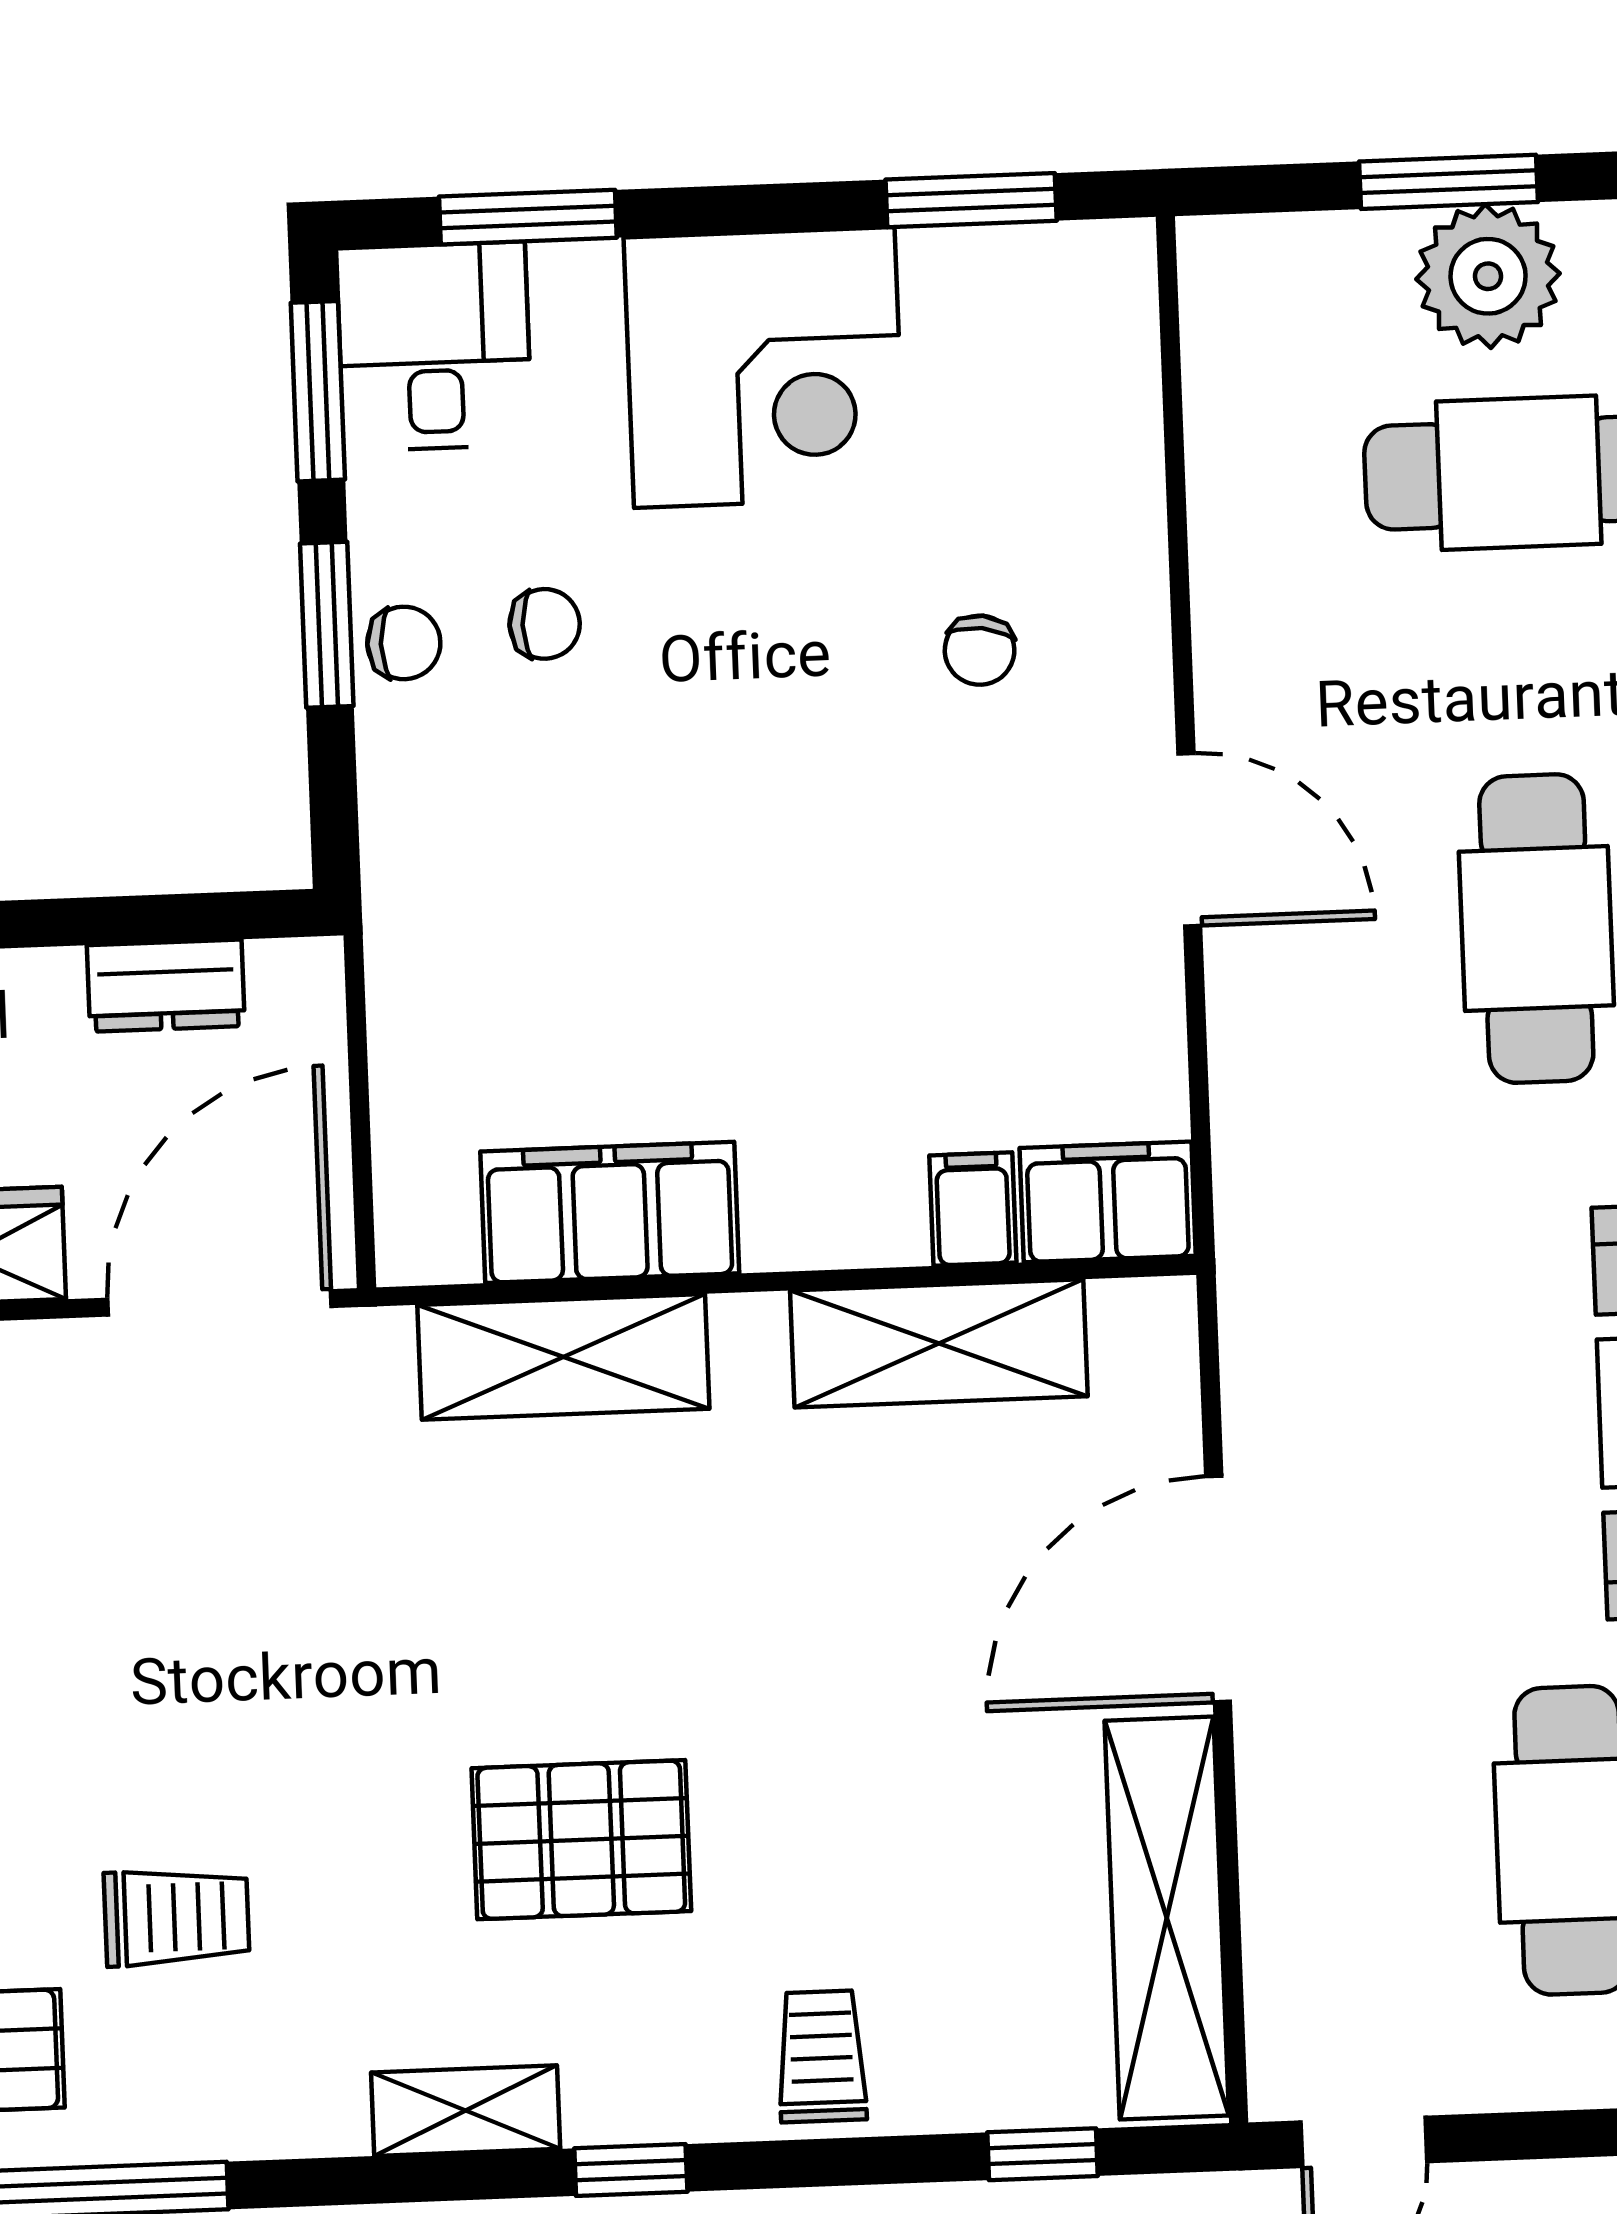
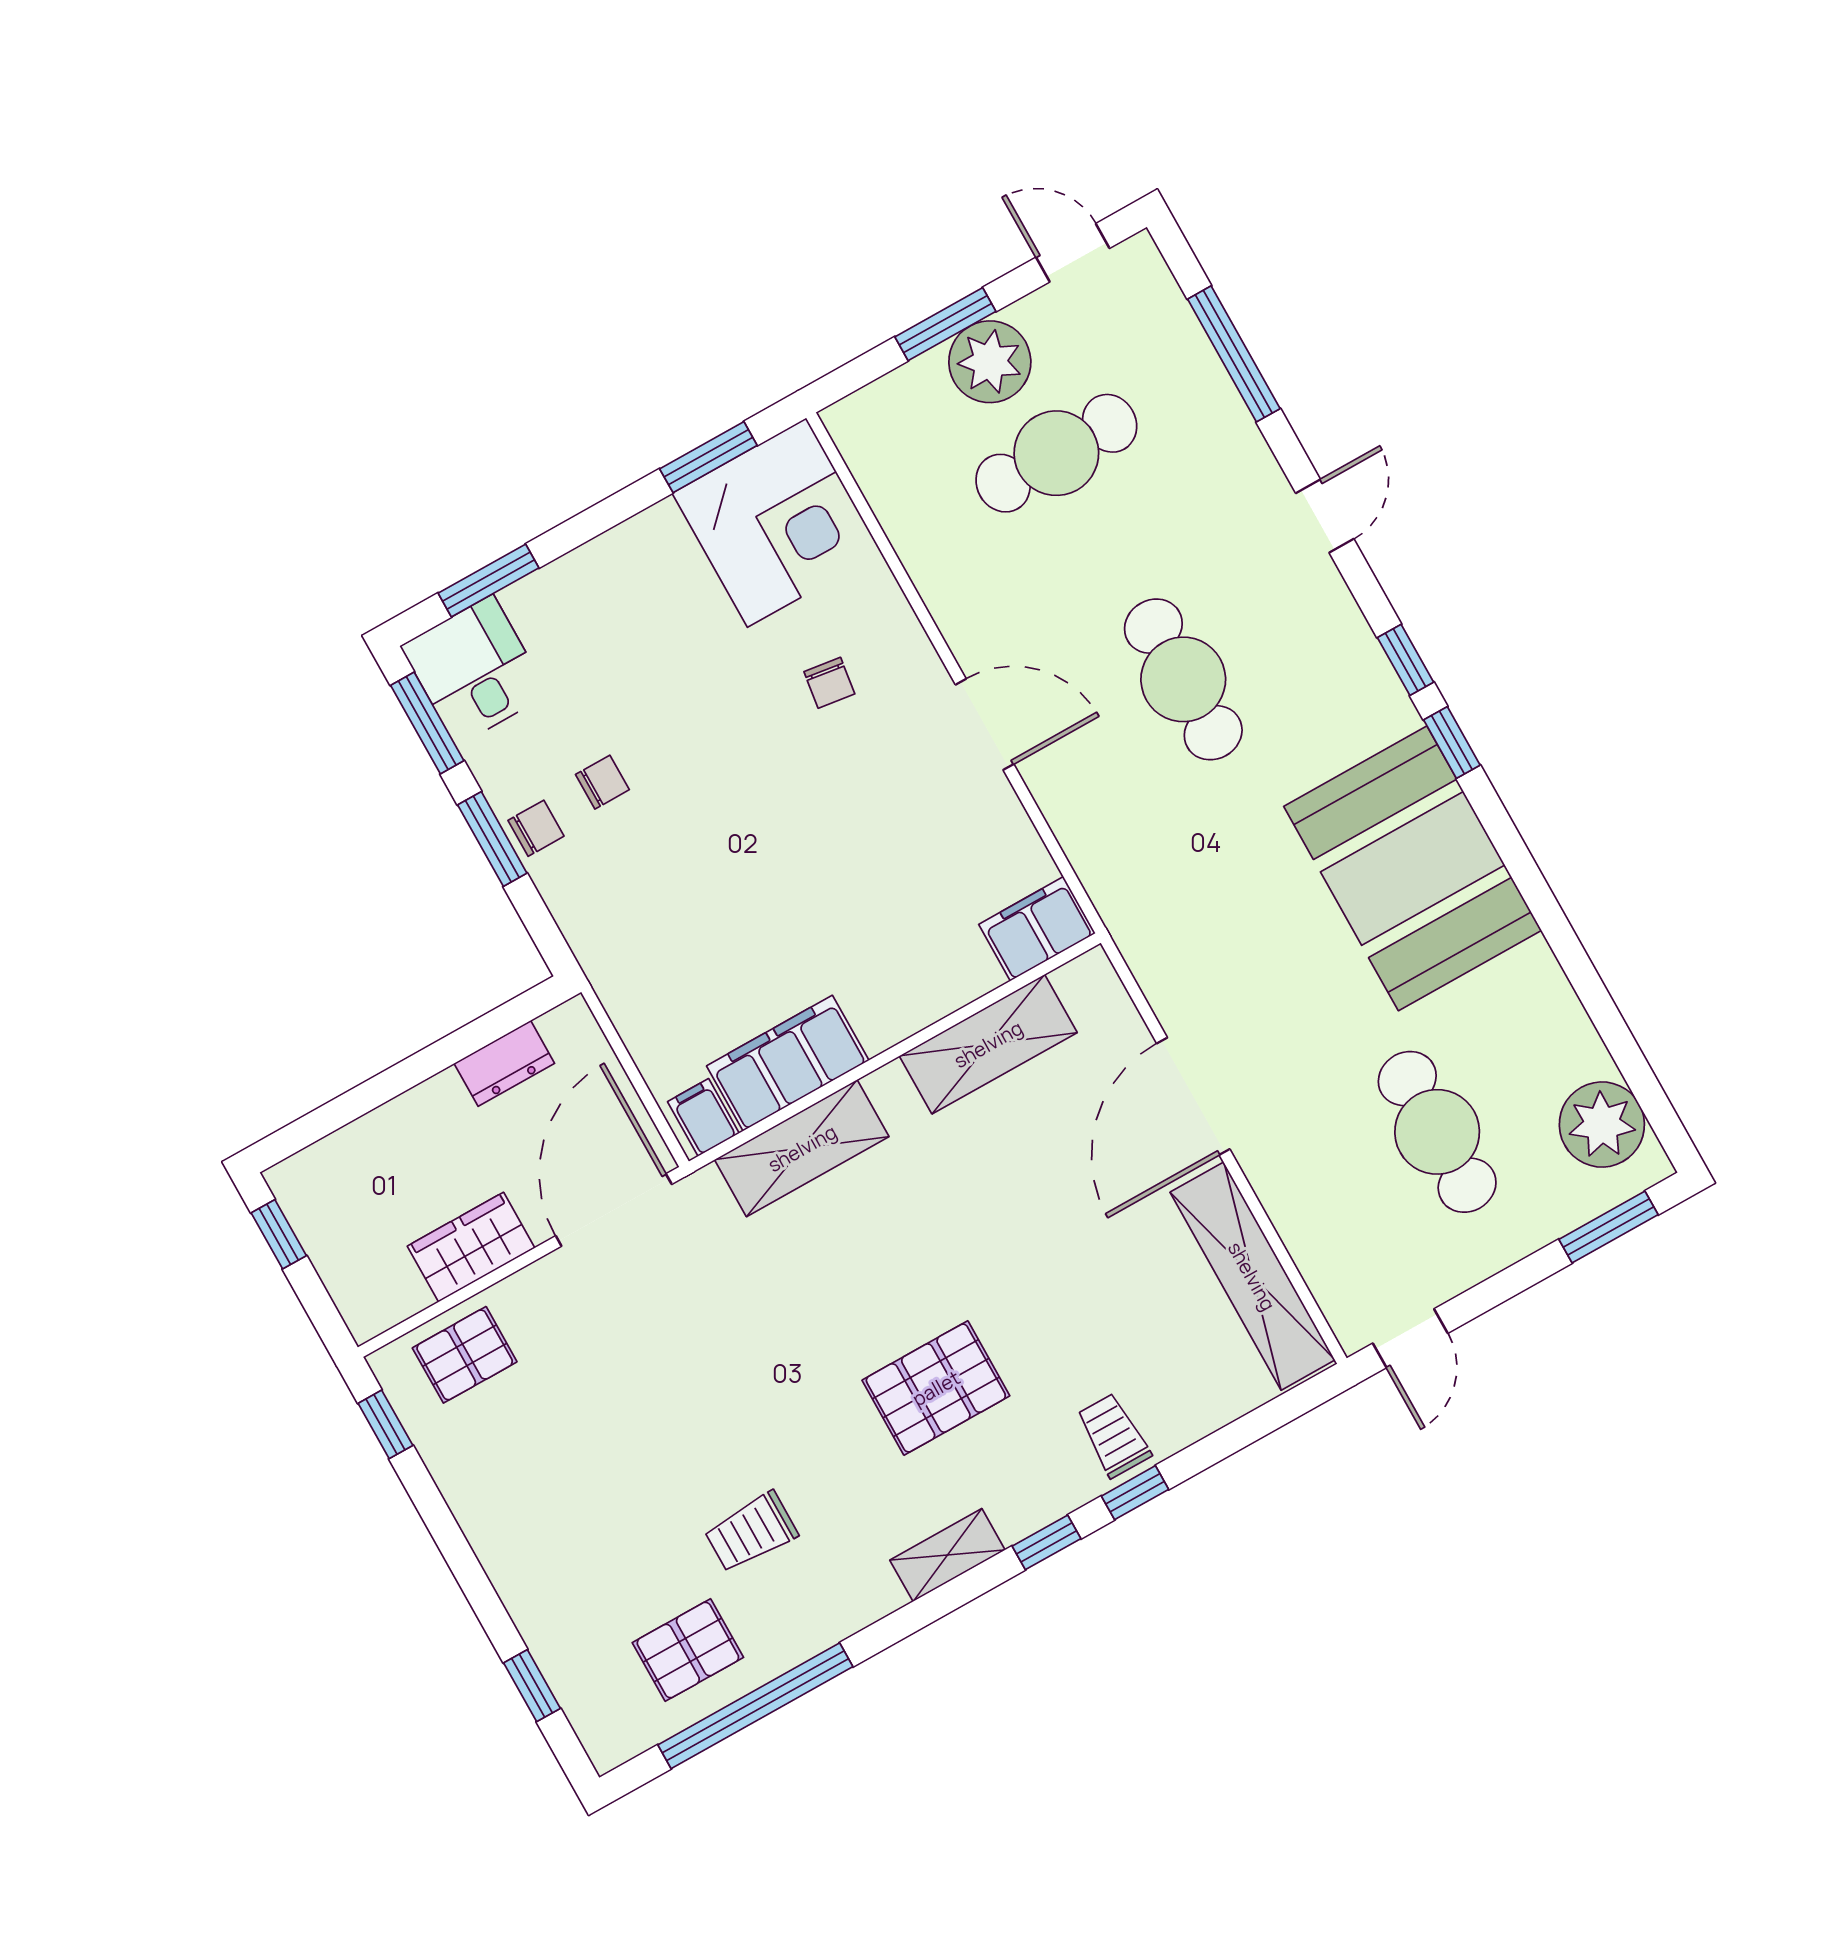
corner desk: (764, 368) -> (777, 523), moved
filing cabinet: (973, 1209) -> (703, 1117), moved
trolley: (177, 1917) -> (751, 1532), turned 180
window: (1043, 2154) -> (1135, 1493), moved

